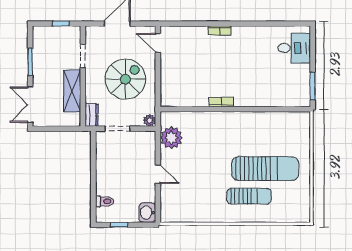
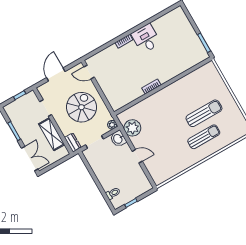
desk: (294, 48) -> (146, 39), moved, turned -90
double door: (30, 105) -> (30, 159), swing flipped
sun lounger: (265, 169) -> (204, 113), width x0.73, depth x0.75
washbasin: (147, 213) -> (118, 139), moved

